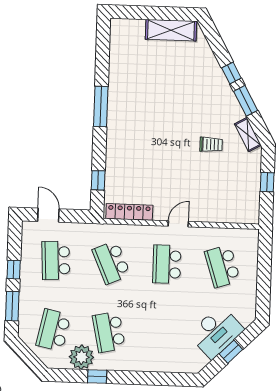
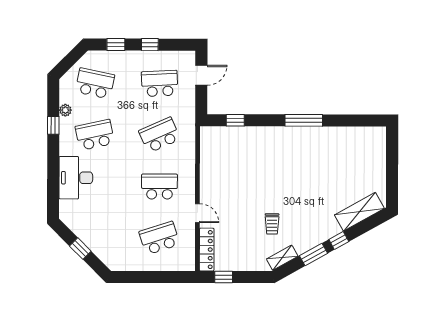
shelving: (171, 30) -> (359, 212), moved, turned 61
window: (267, 182) -> (224, 277), moved
locker: (129, 212) -> (207, 250), moved
door: (178, 224) -> (197, 213), moved
window: (12, 306) -> (116, 45), width x0.67
desk: (216, 332) -> (76, 178), moved, turned 45
plant: (81, 357) -> (65, 110), width x0.53, depth x0.53

